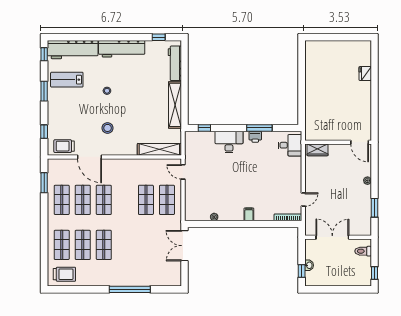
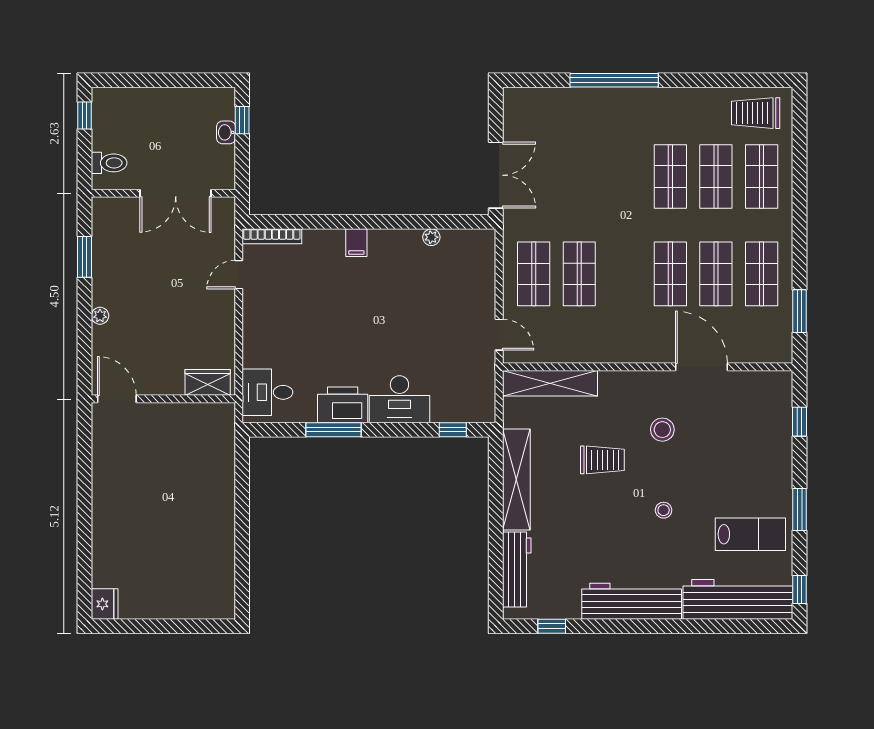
fridge: (365, 73) -> (105, 604), moved
printer: (255, 137) -> (343, 405), width x1.87, depth x1.48
trolley: (64, 146) -> (602, 460), moved

